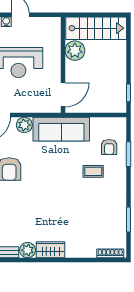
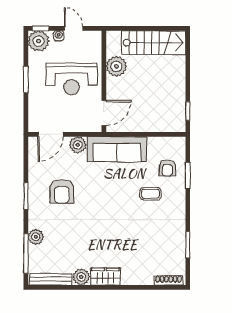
plant: (75, 51) -> (116, 66), moved
wall: (63, 65) -> (104, 81), moved
door: (63, 95) -> (104, 113), moved

